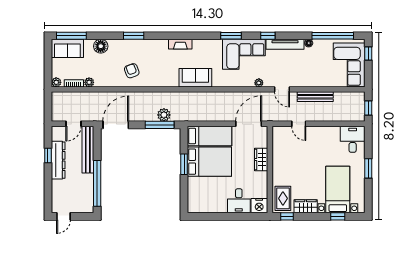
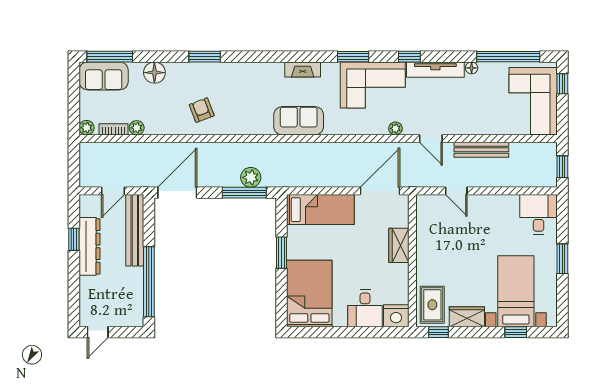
fireplace: (180, 44) -> (303, 69), moved
bed: (209, 162) -> (309, 294), moved, turned -90

